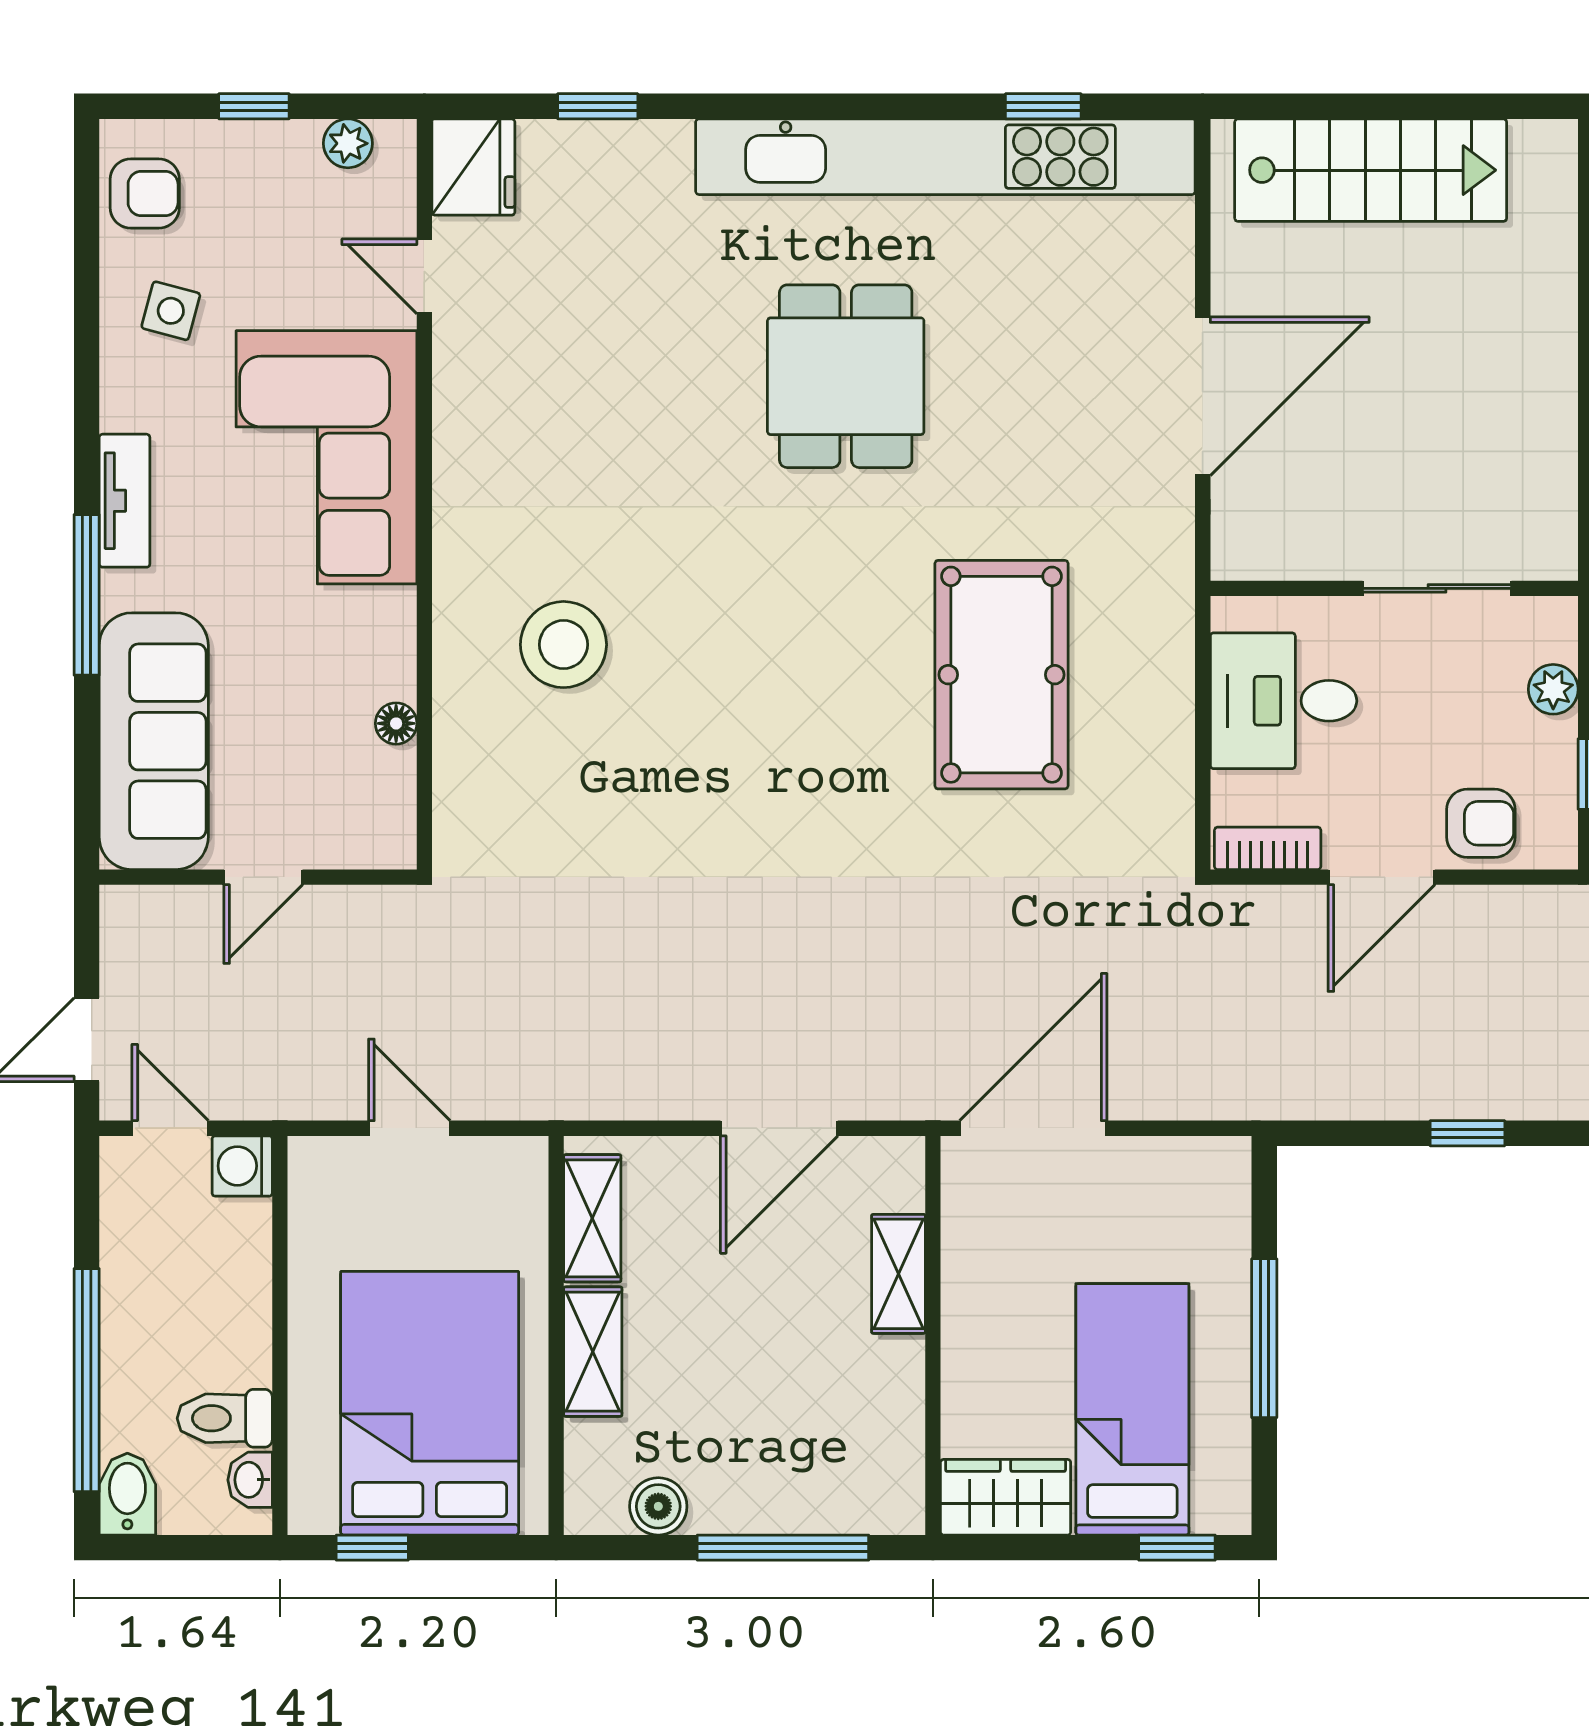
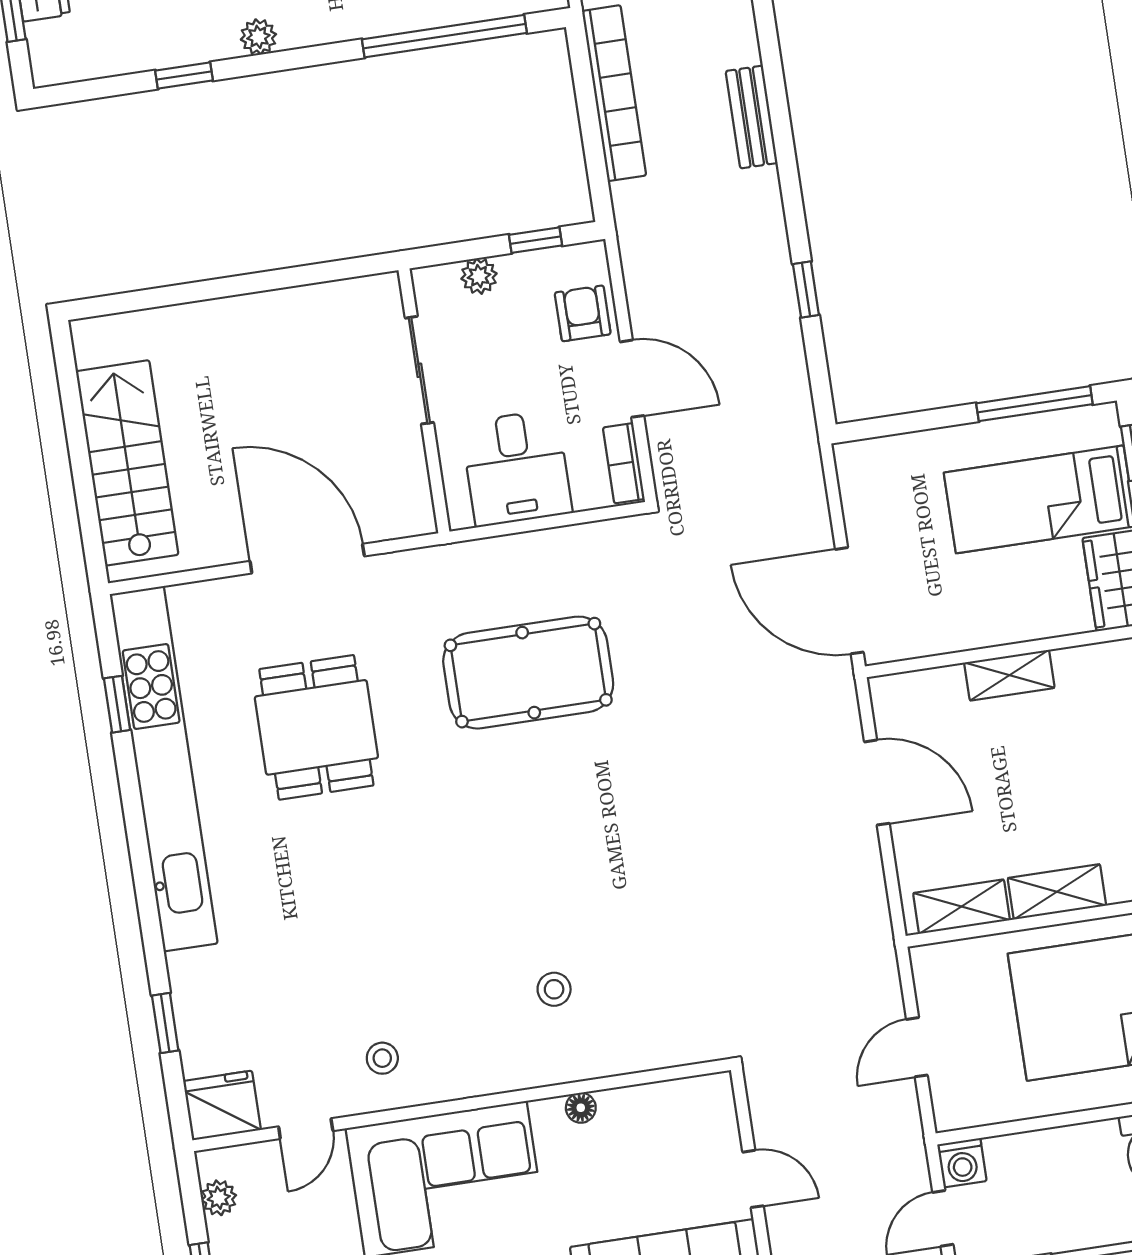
dining table: (846, 376) -> (316, 727), moved, turned 90
stool: (505, 396) -> (382, 1058), added
stool: (563, 645) -> (554, 989), width x0.53, depth x0.53
floor lamp: (396, 723) -> (581, 1108), moved
shelving: (898, 1274) -> (1009, 675), moved
window: (1264, 1338) -> (1034, 404), moved

